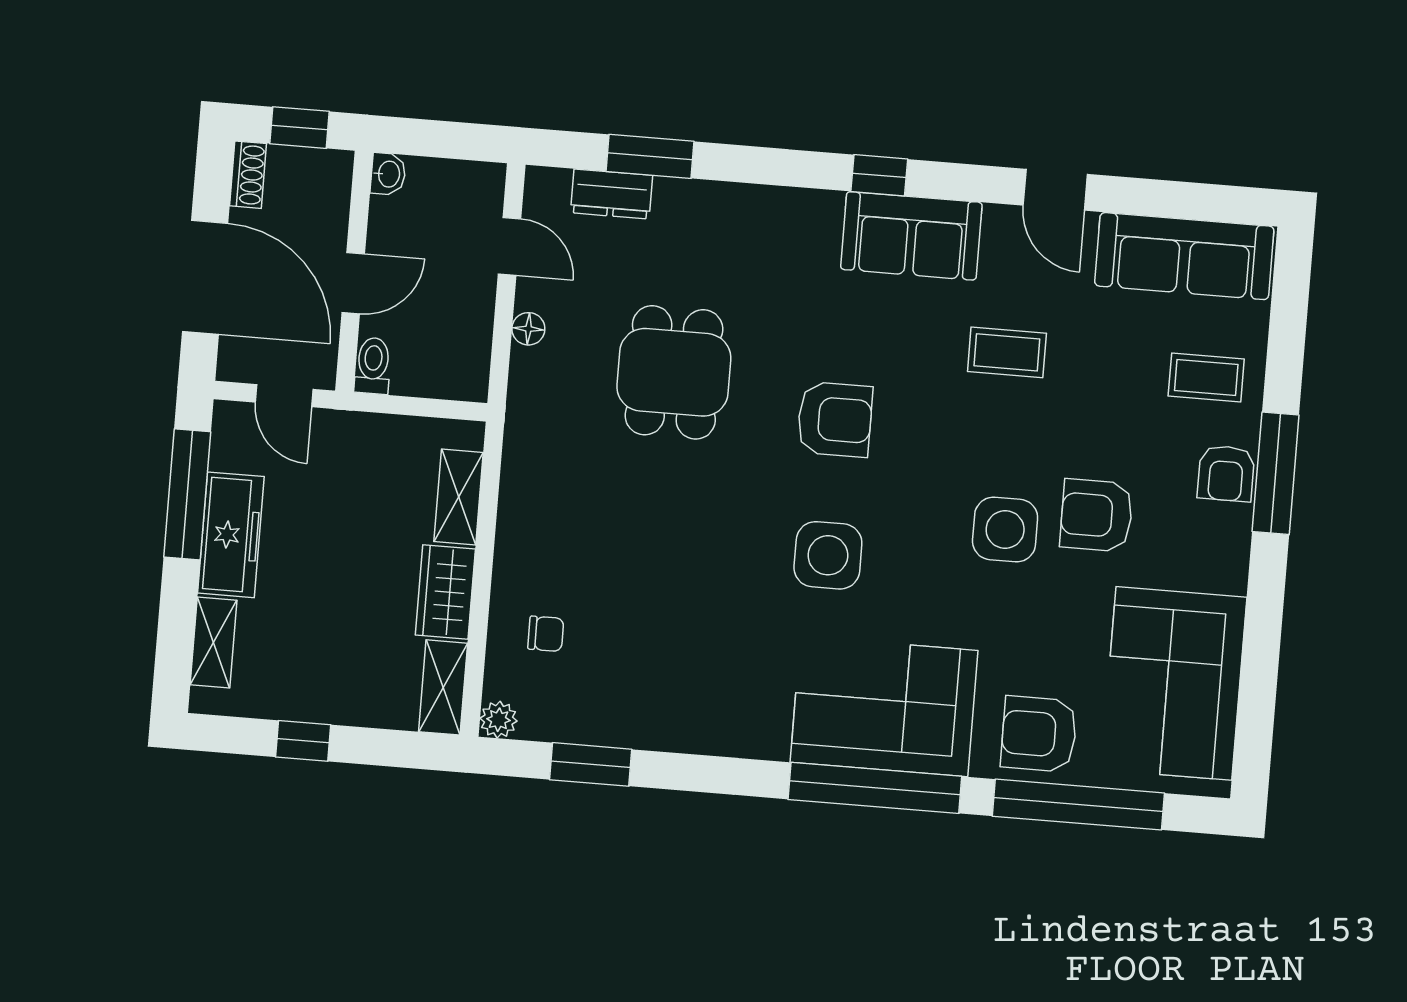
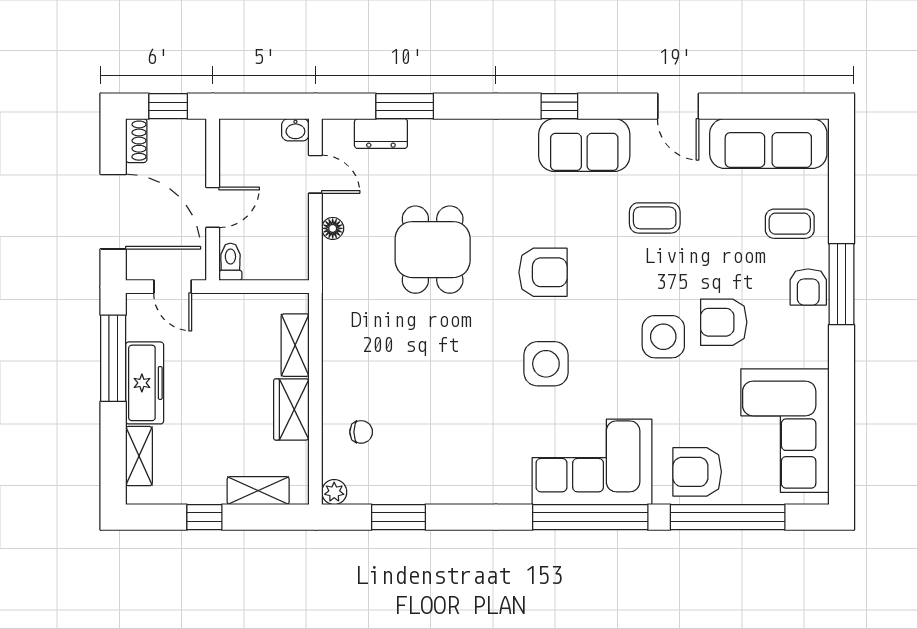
washbasin: (388, 174) -> (295, 130), moved, turned 90
shelving: (443, 687) -> (258, 491), moved, turned 90

